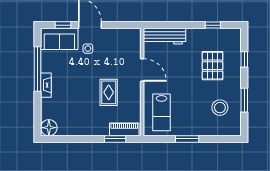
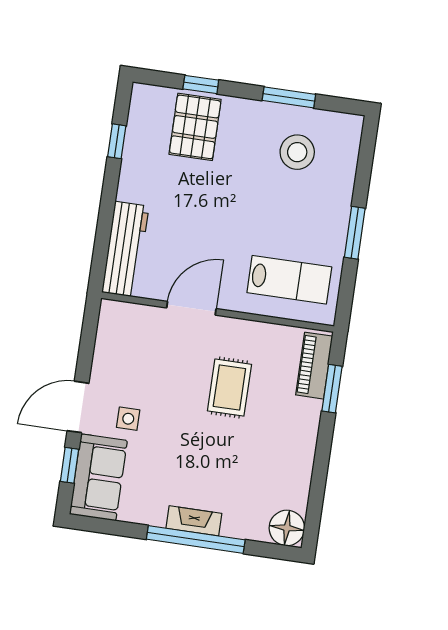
pallet: (212, 66) -> (195, 127), moved, turned 90
window: (38, 69) -> (196, 540), moved
rug: (109, 92) -> (229, 388), turned 90

